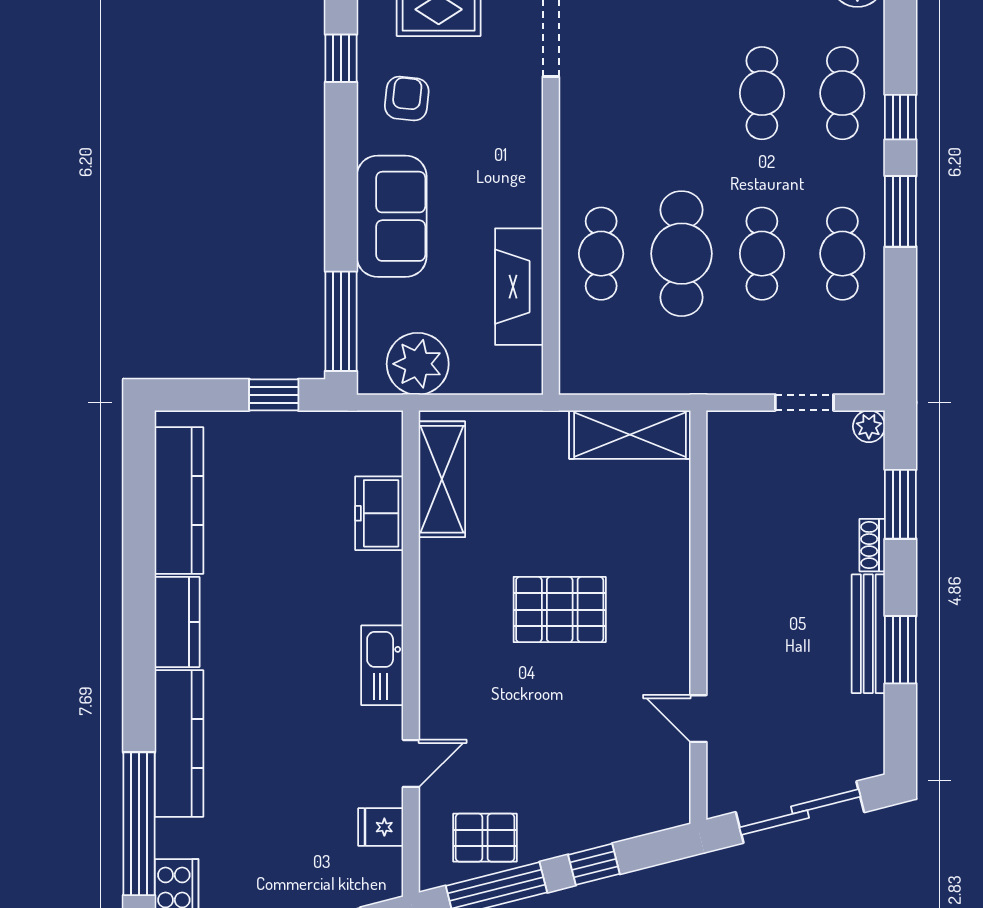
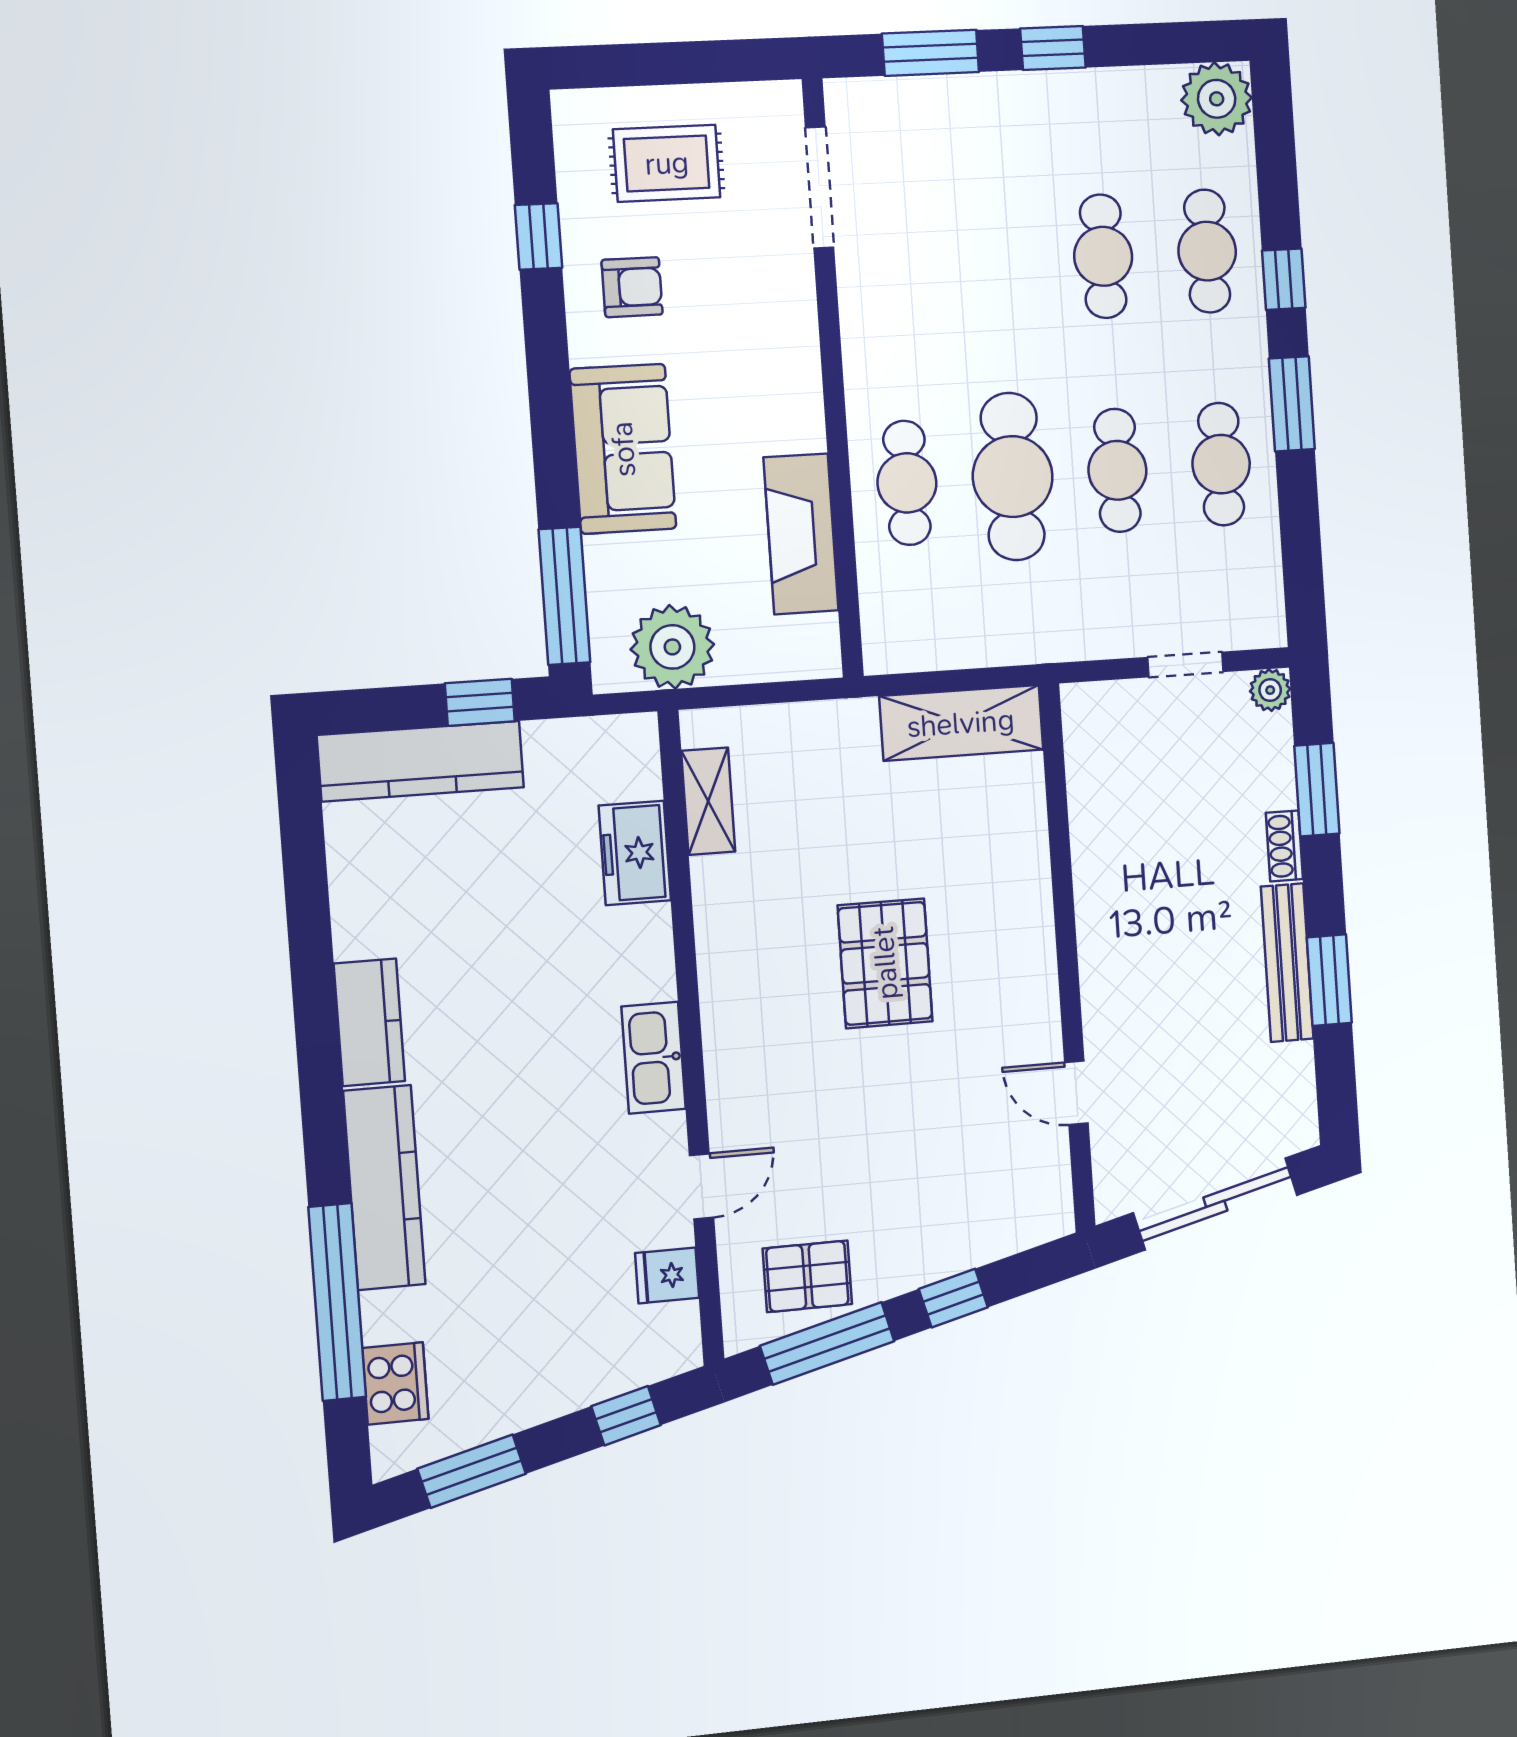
armchair: (407, 99) -> (632, 287), turned 84
shelving: (442, 479) -> (708, 801), width x0.67, depth x0.75
kitchen counter: (179, 500) -> (421, 761), moved, turned 90
pallet: (560, 610) -> (885, 963), turned 90

